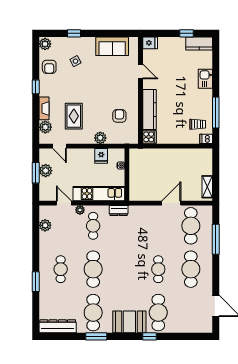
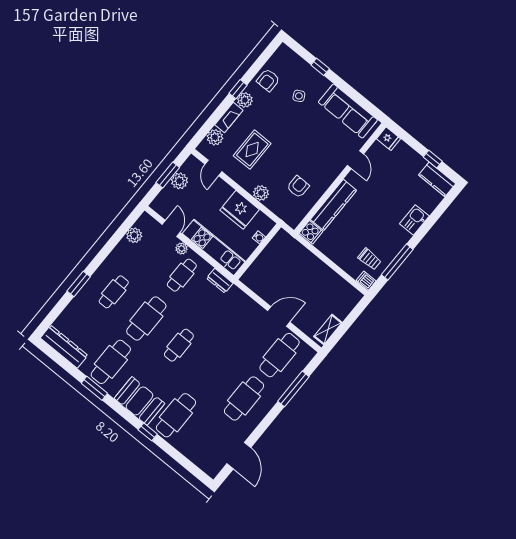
plant: (45, 44) -> (245, 100), moved
sofa: (112, 46) -> (348, 111), width x1.36
fridge: (101, 156) -> (240, 210), width x1.88, depth x1.34
cafe table: (158, 269) -> (179, 345), moved

